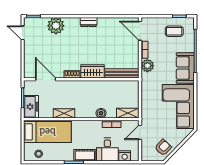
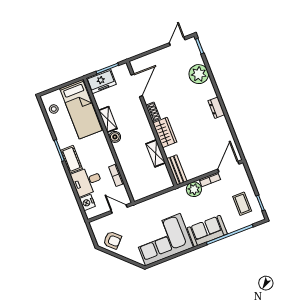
bench: (122, 73) -> (177, 170), width x0.73
boiler: (101, 113) -> (115, 137), moved
shelving: (128, 113) -> (156, 153), moved

